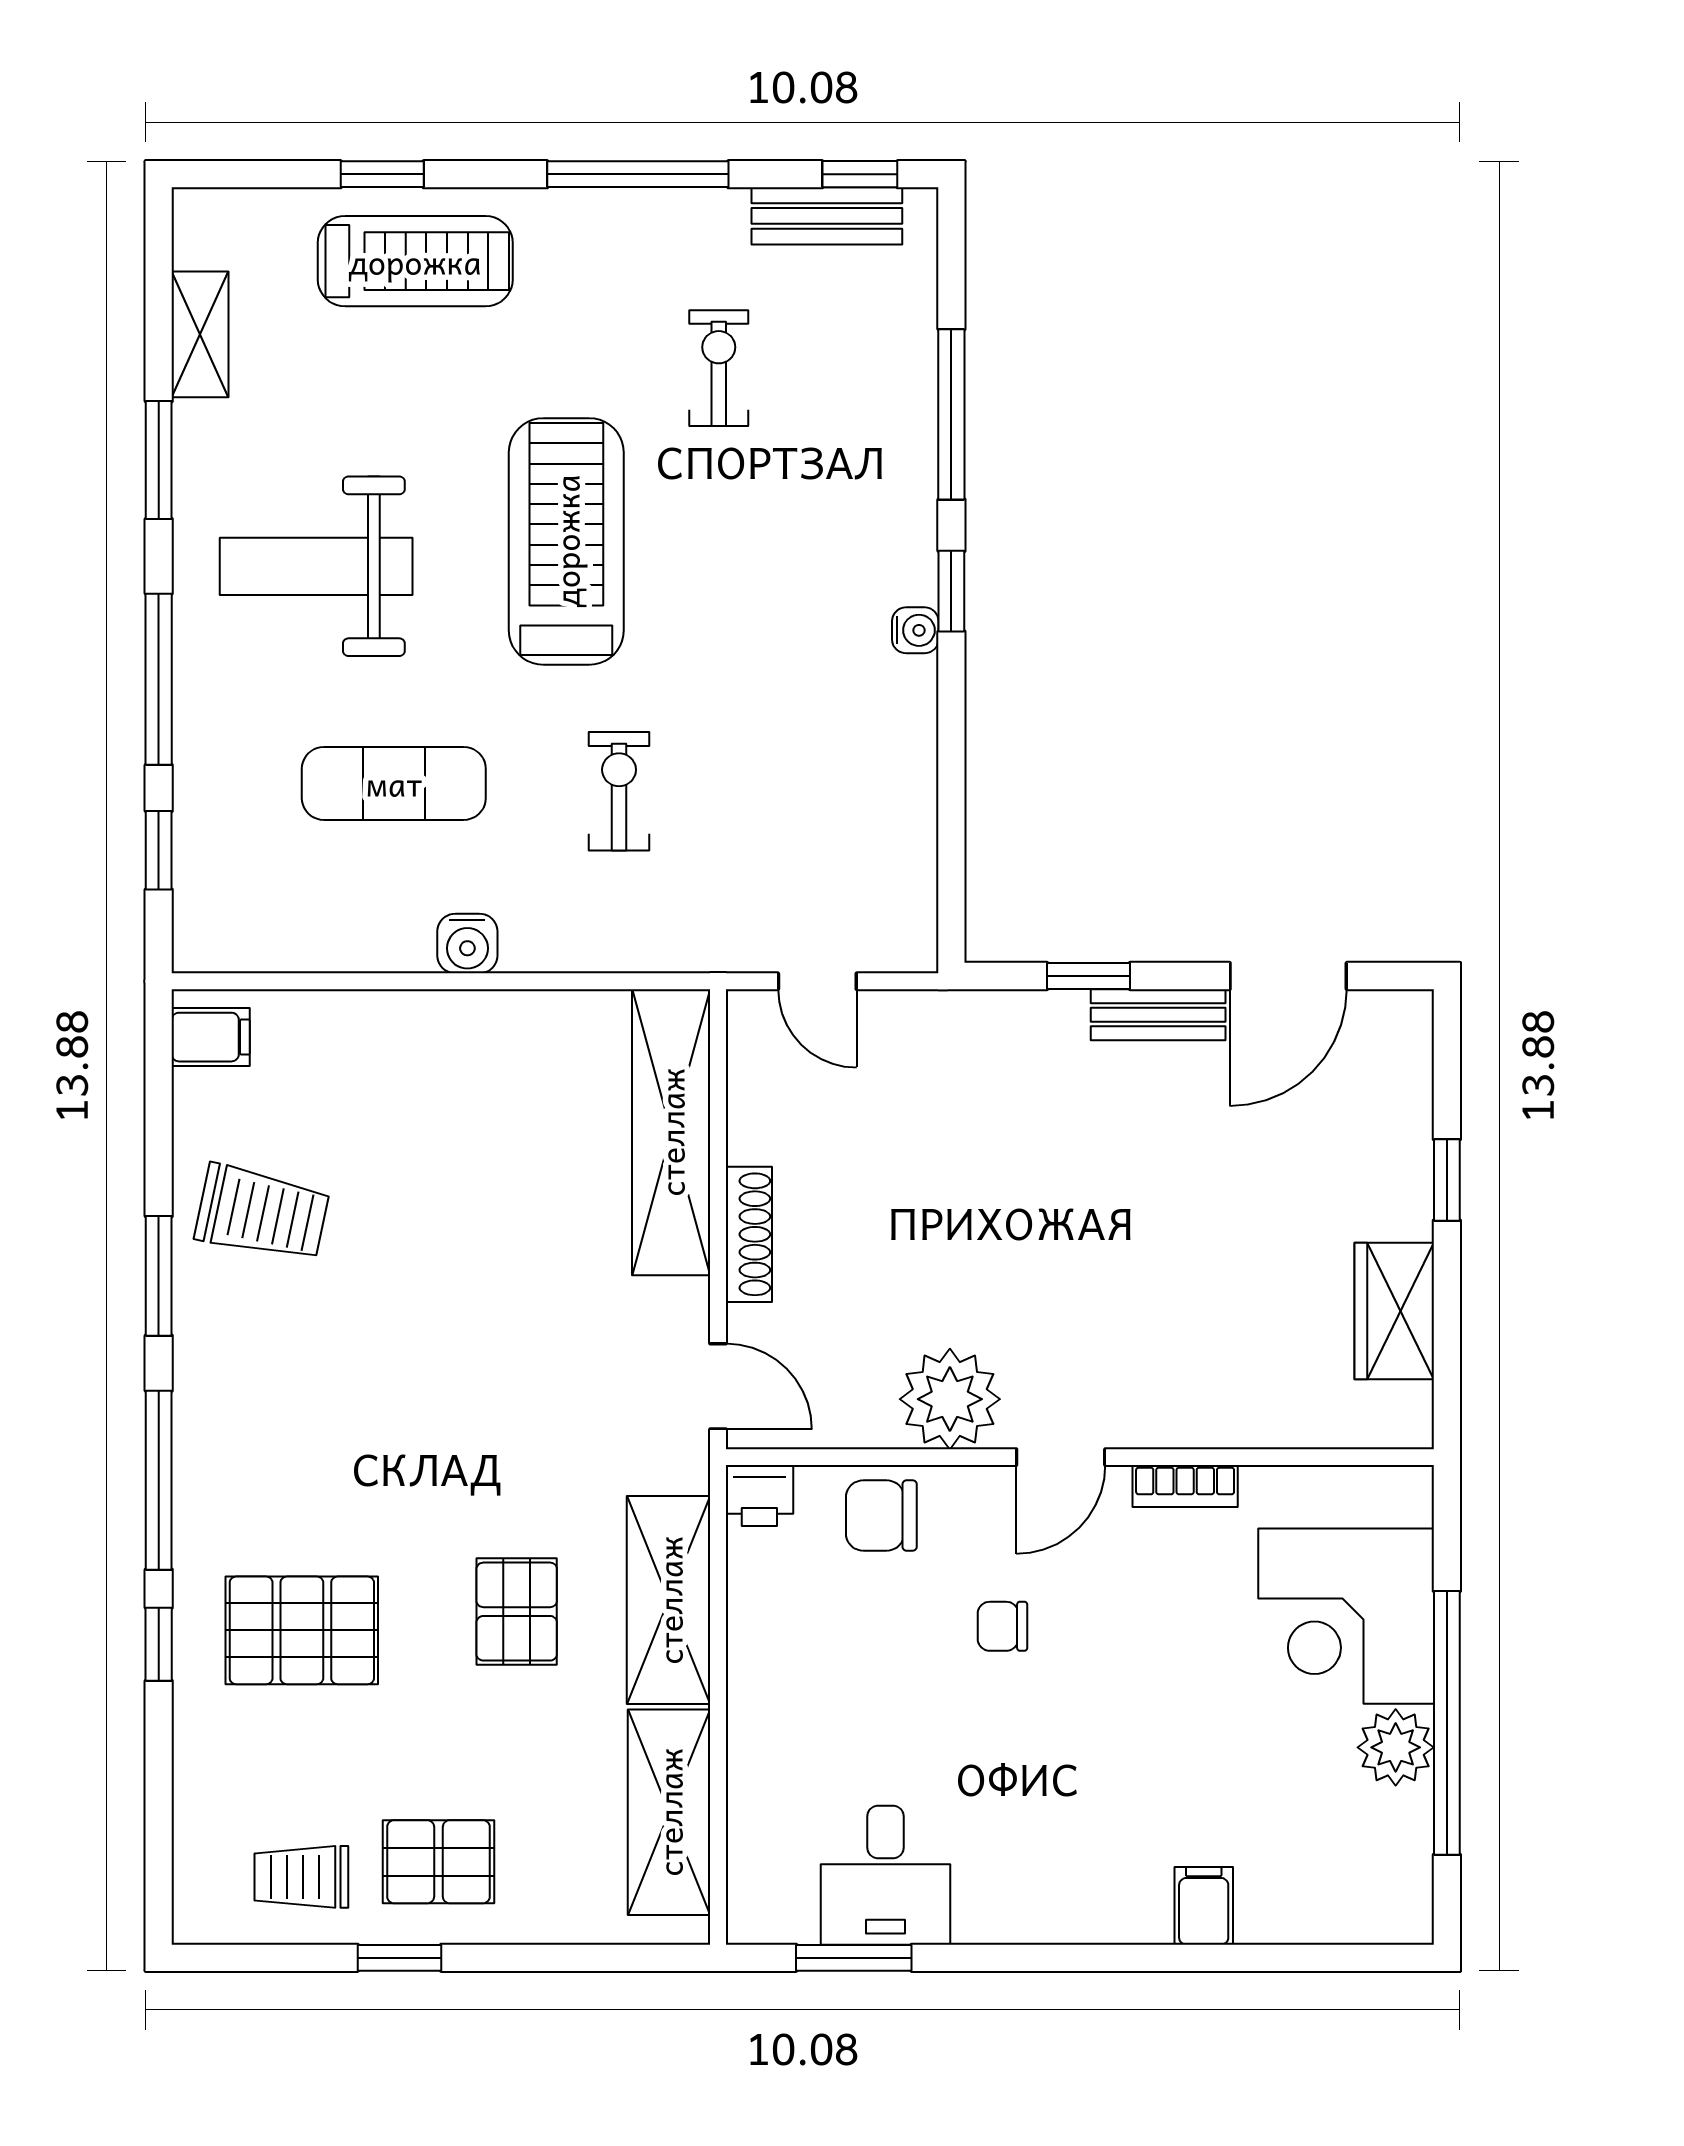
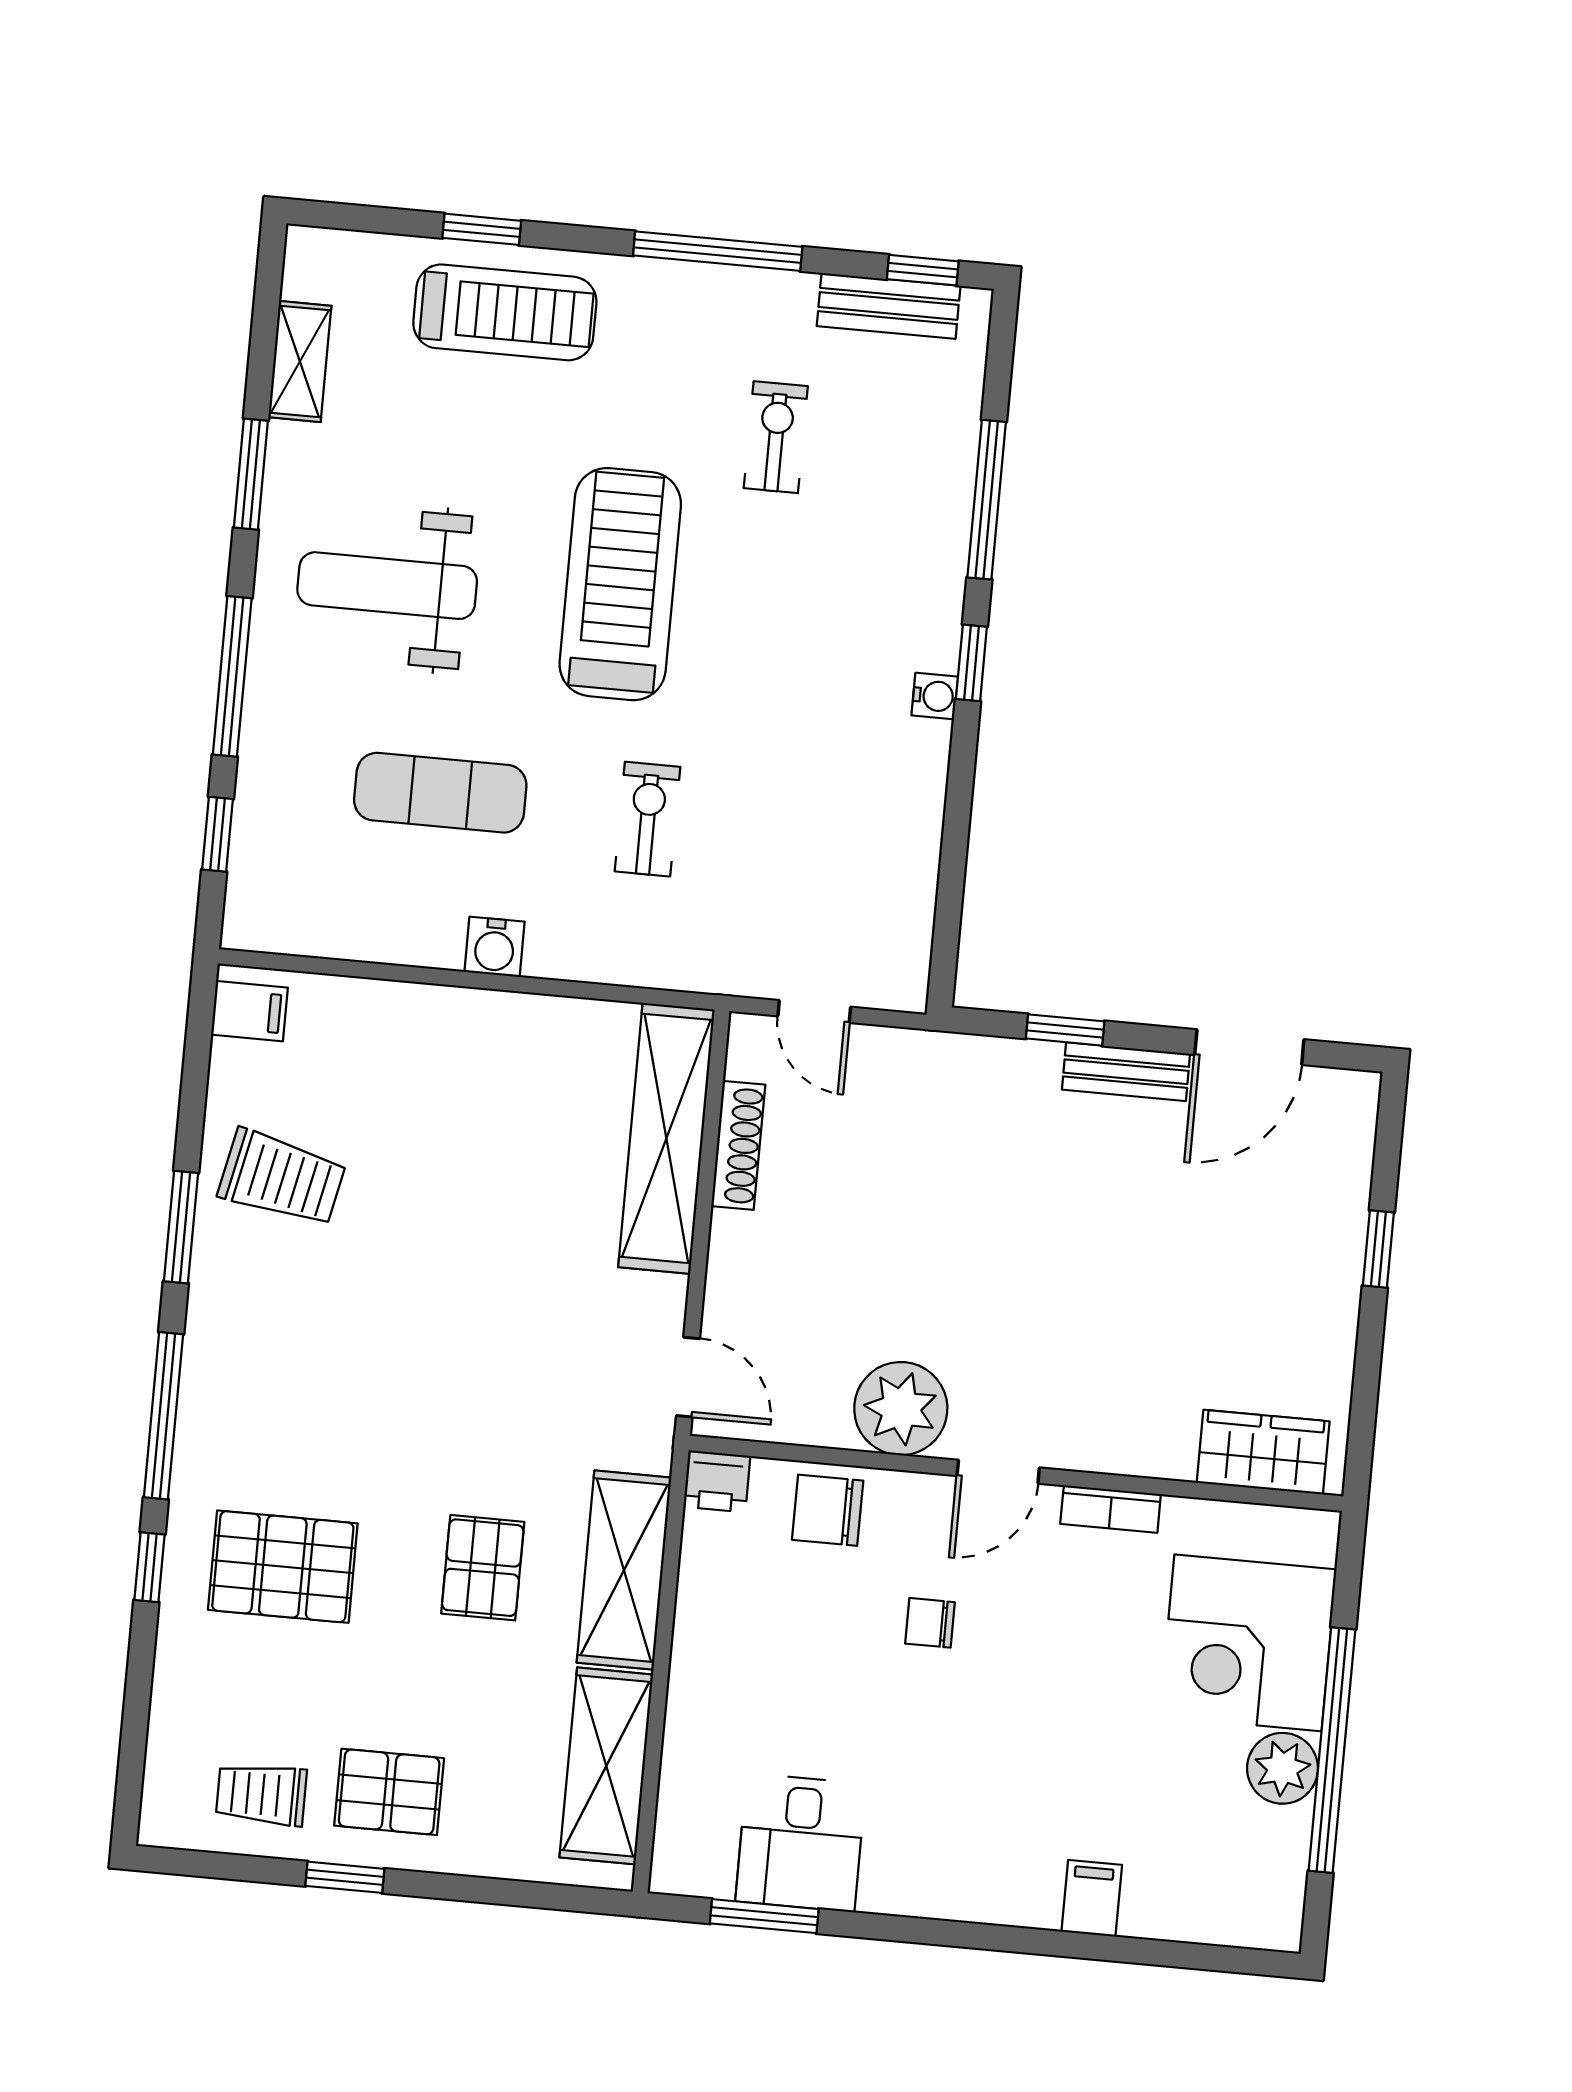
shoe rack: (749, 1234) -> (738, 1145), moved
wardrobe: (1394, 1311) -> (1263, 1452), moved, turned 90

